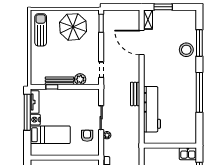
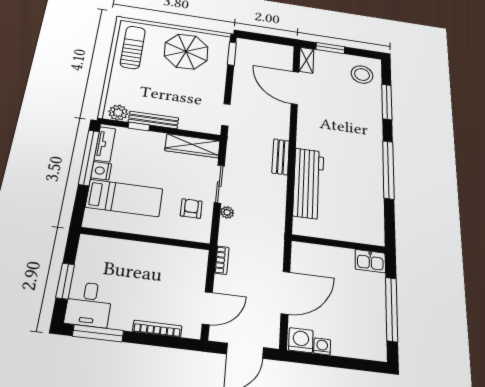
stool: (186, 50) -> (362, 75), moved
plant: (80, 79) -> (118, 113), moved
wardrobe: (84, 95) -> (193, 146), added

